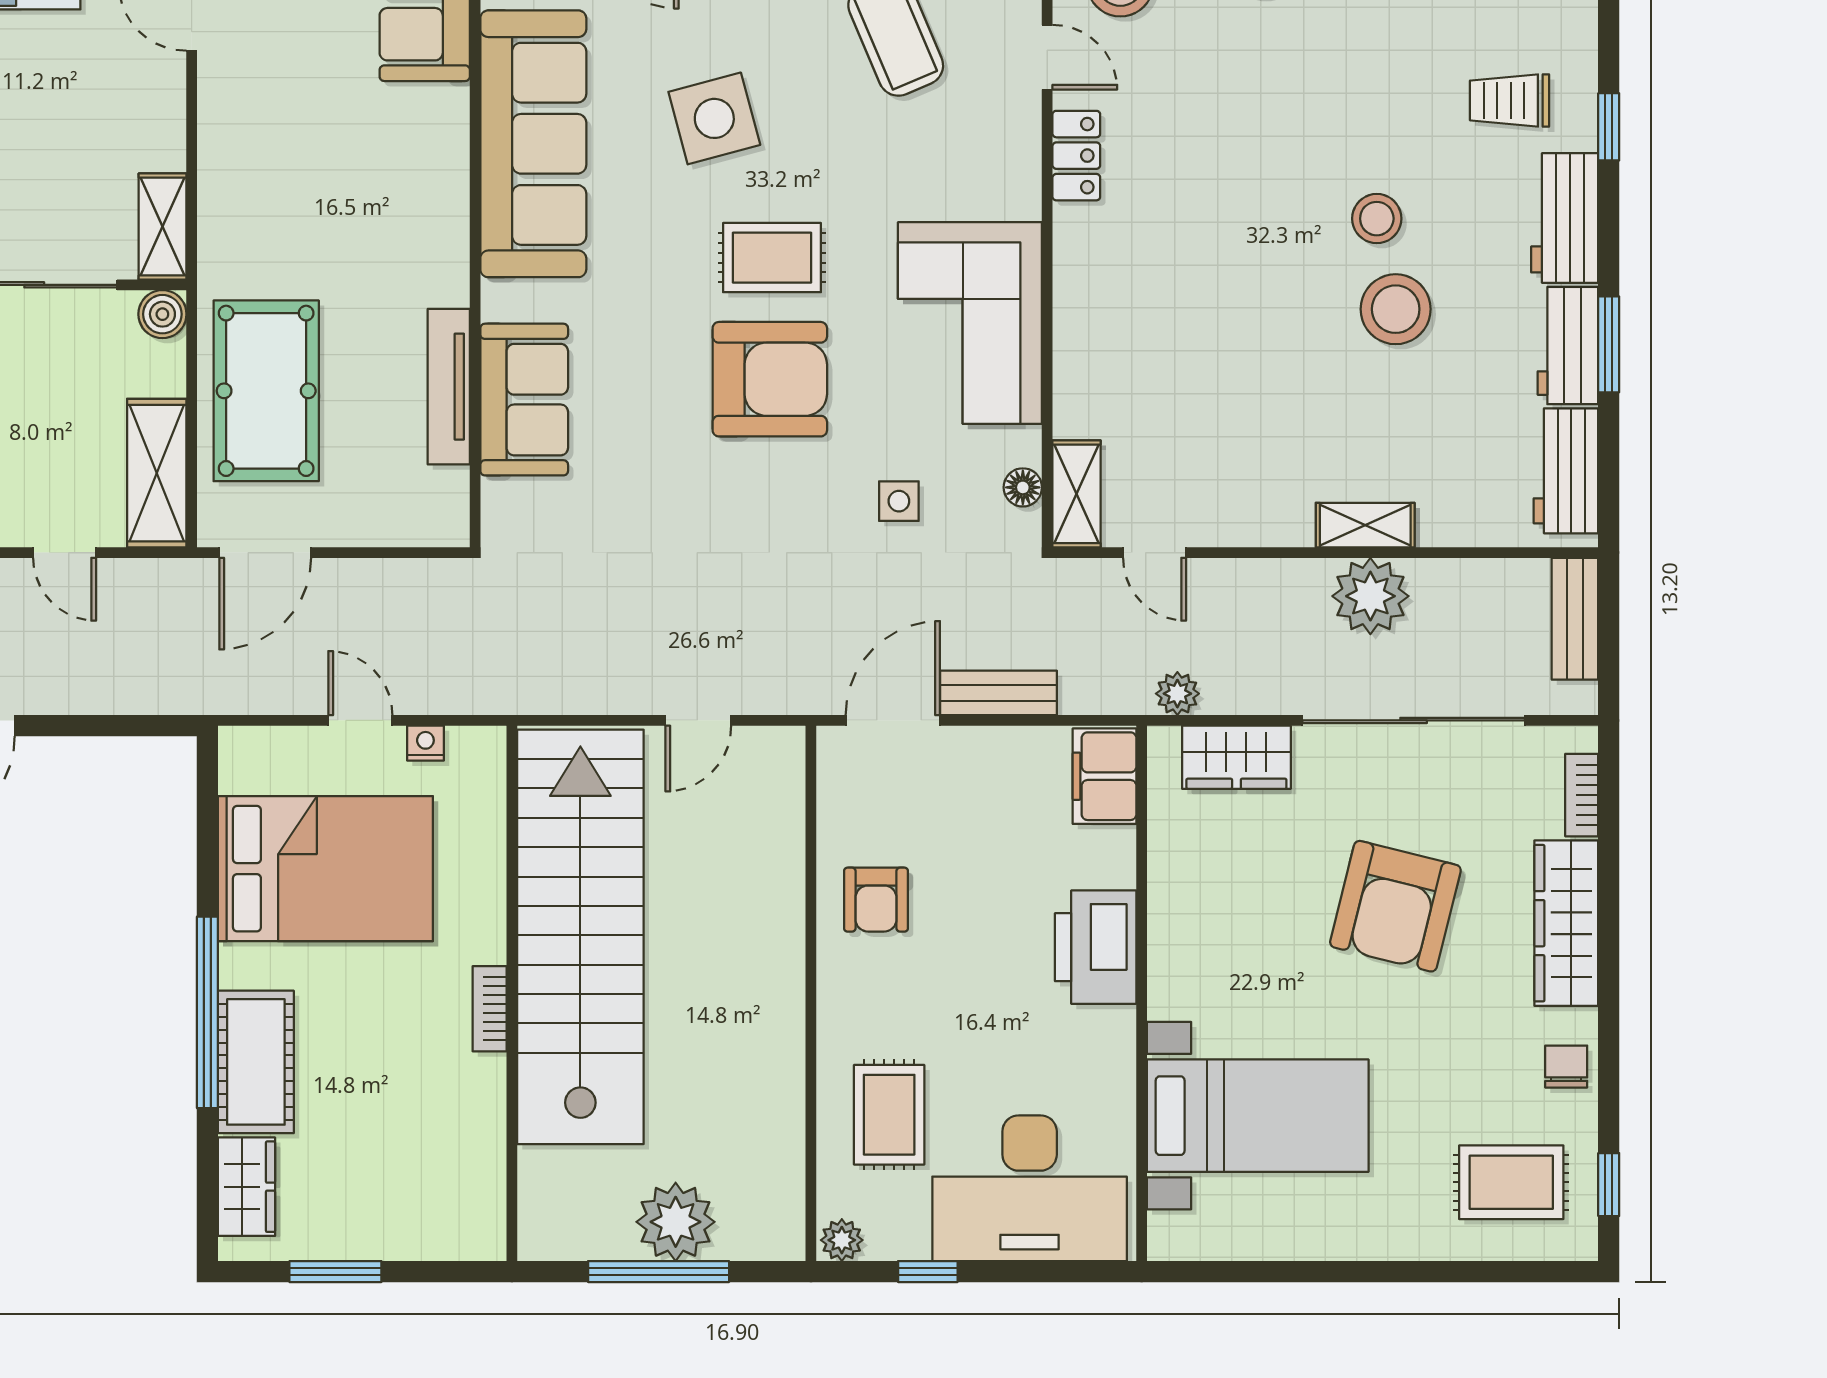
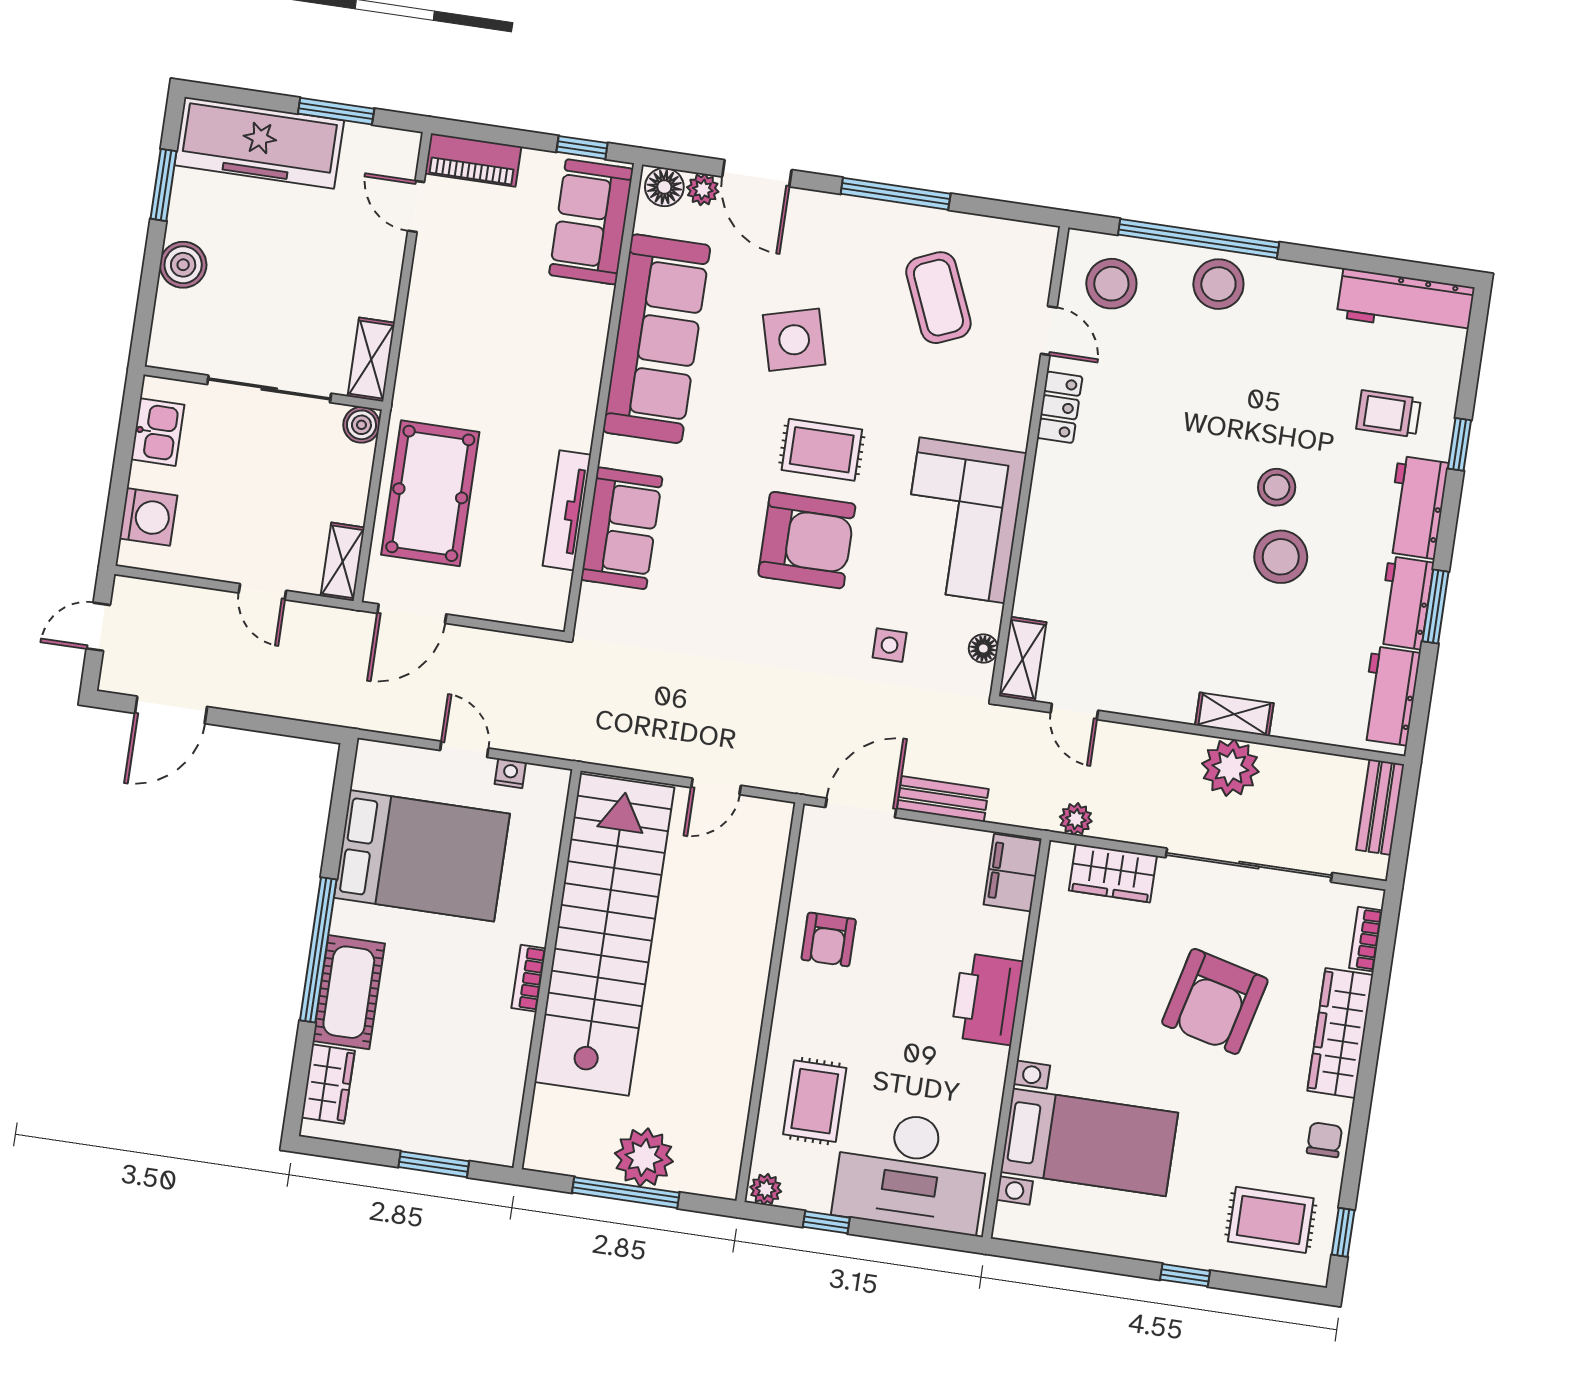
shelving: (157, 473) -> (343, 562), width x0.67, depth x0.75
window: (335, 1272) -> (434, 1164), moved
window: (1409, 1272) -> (1185, 1275), added

